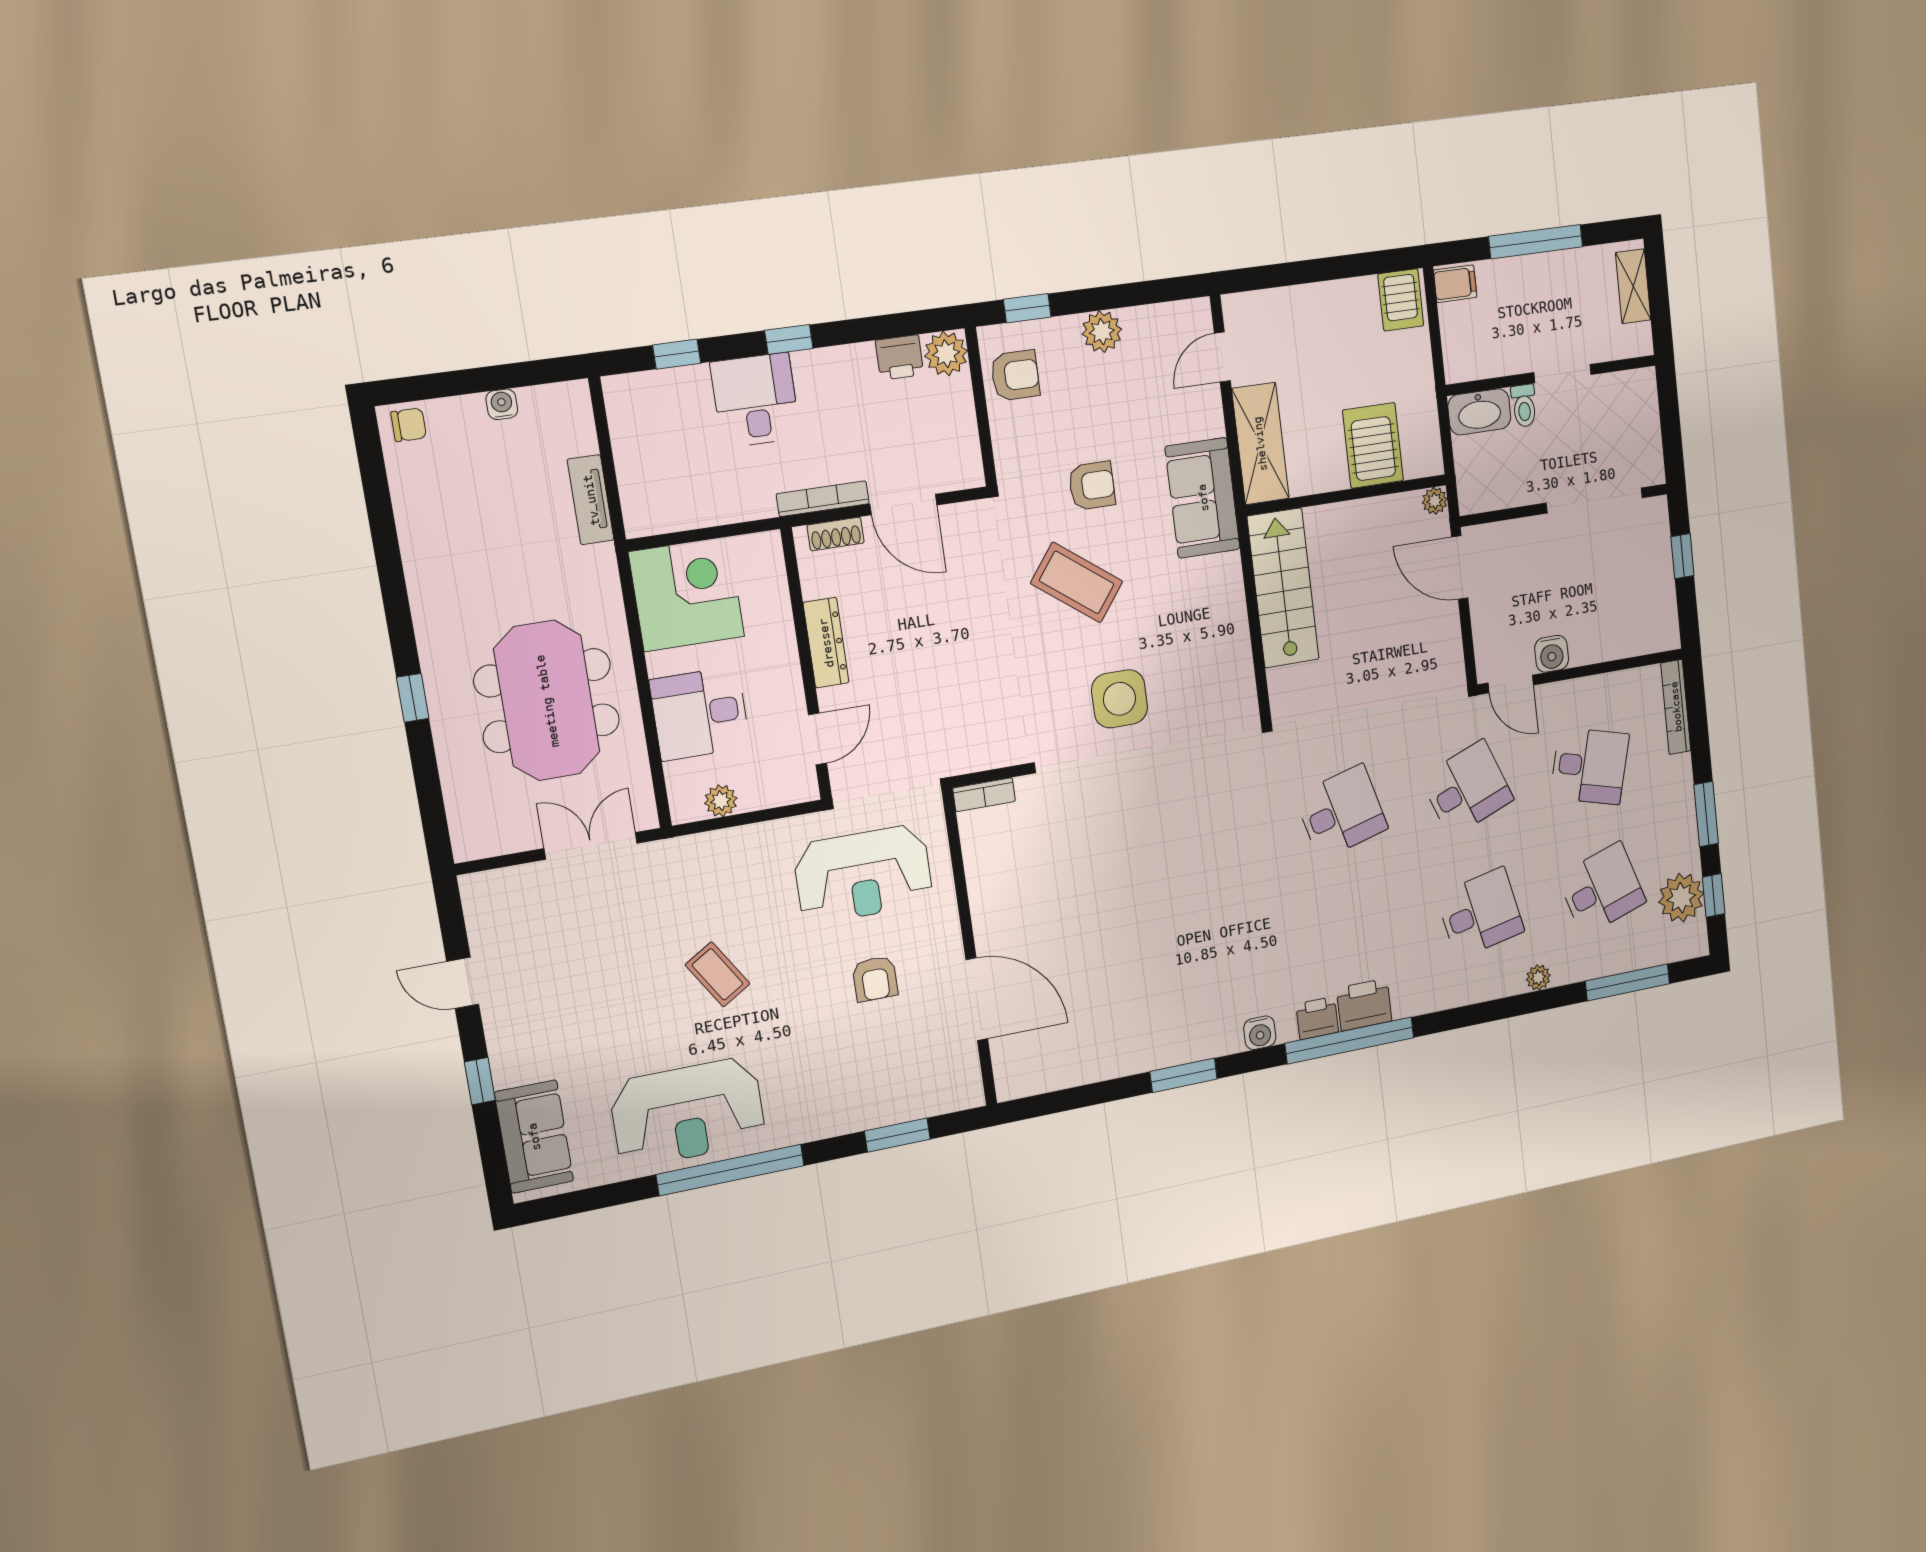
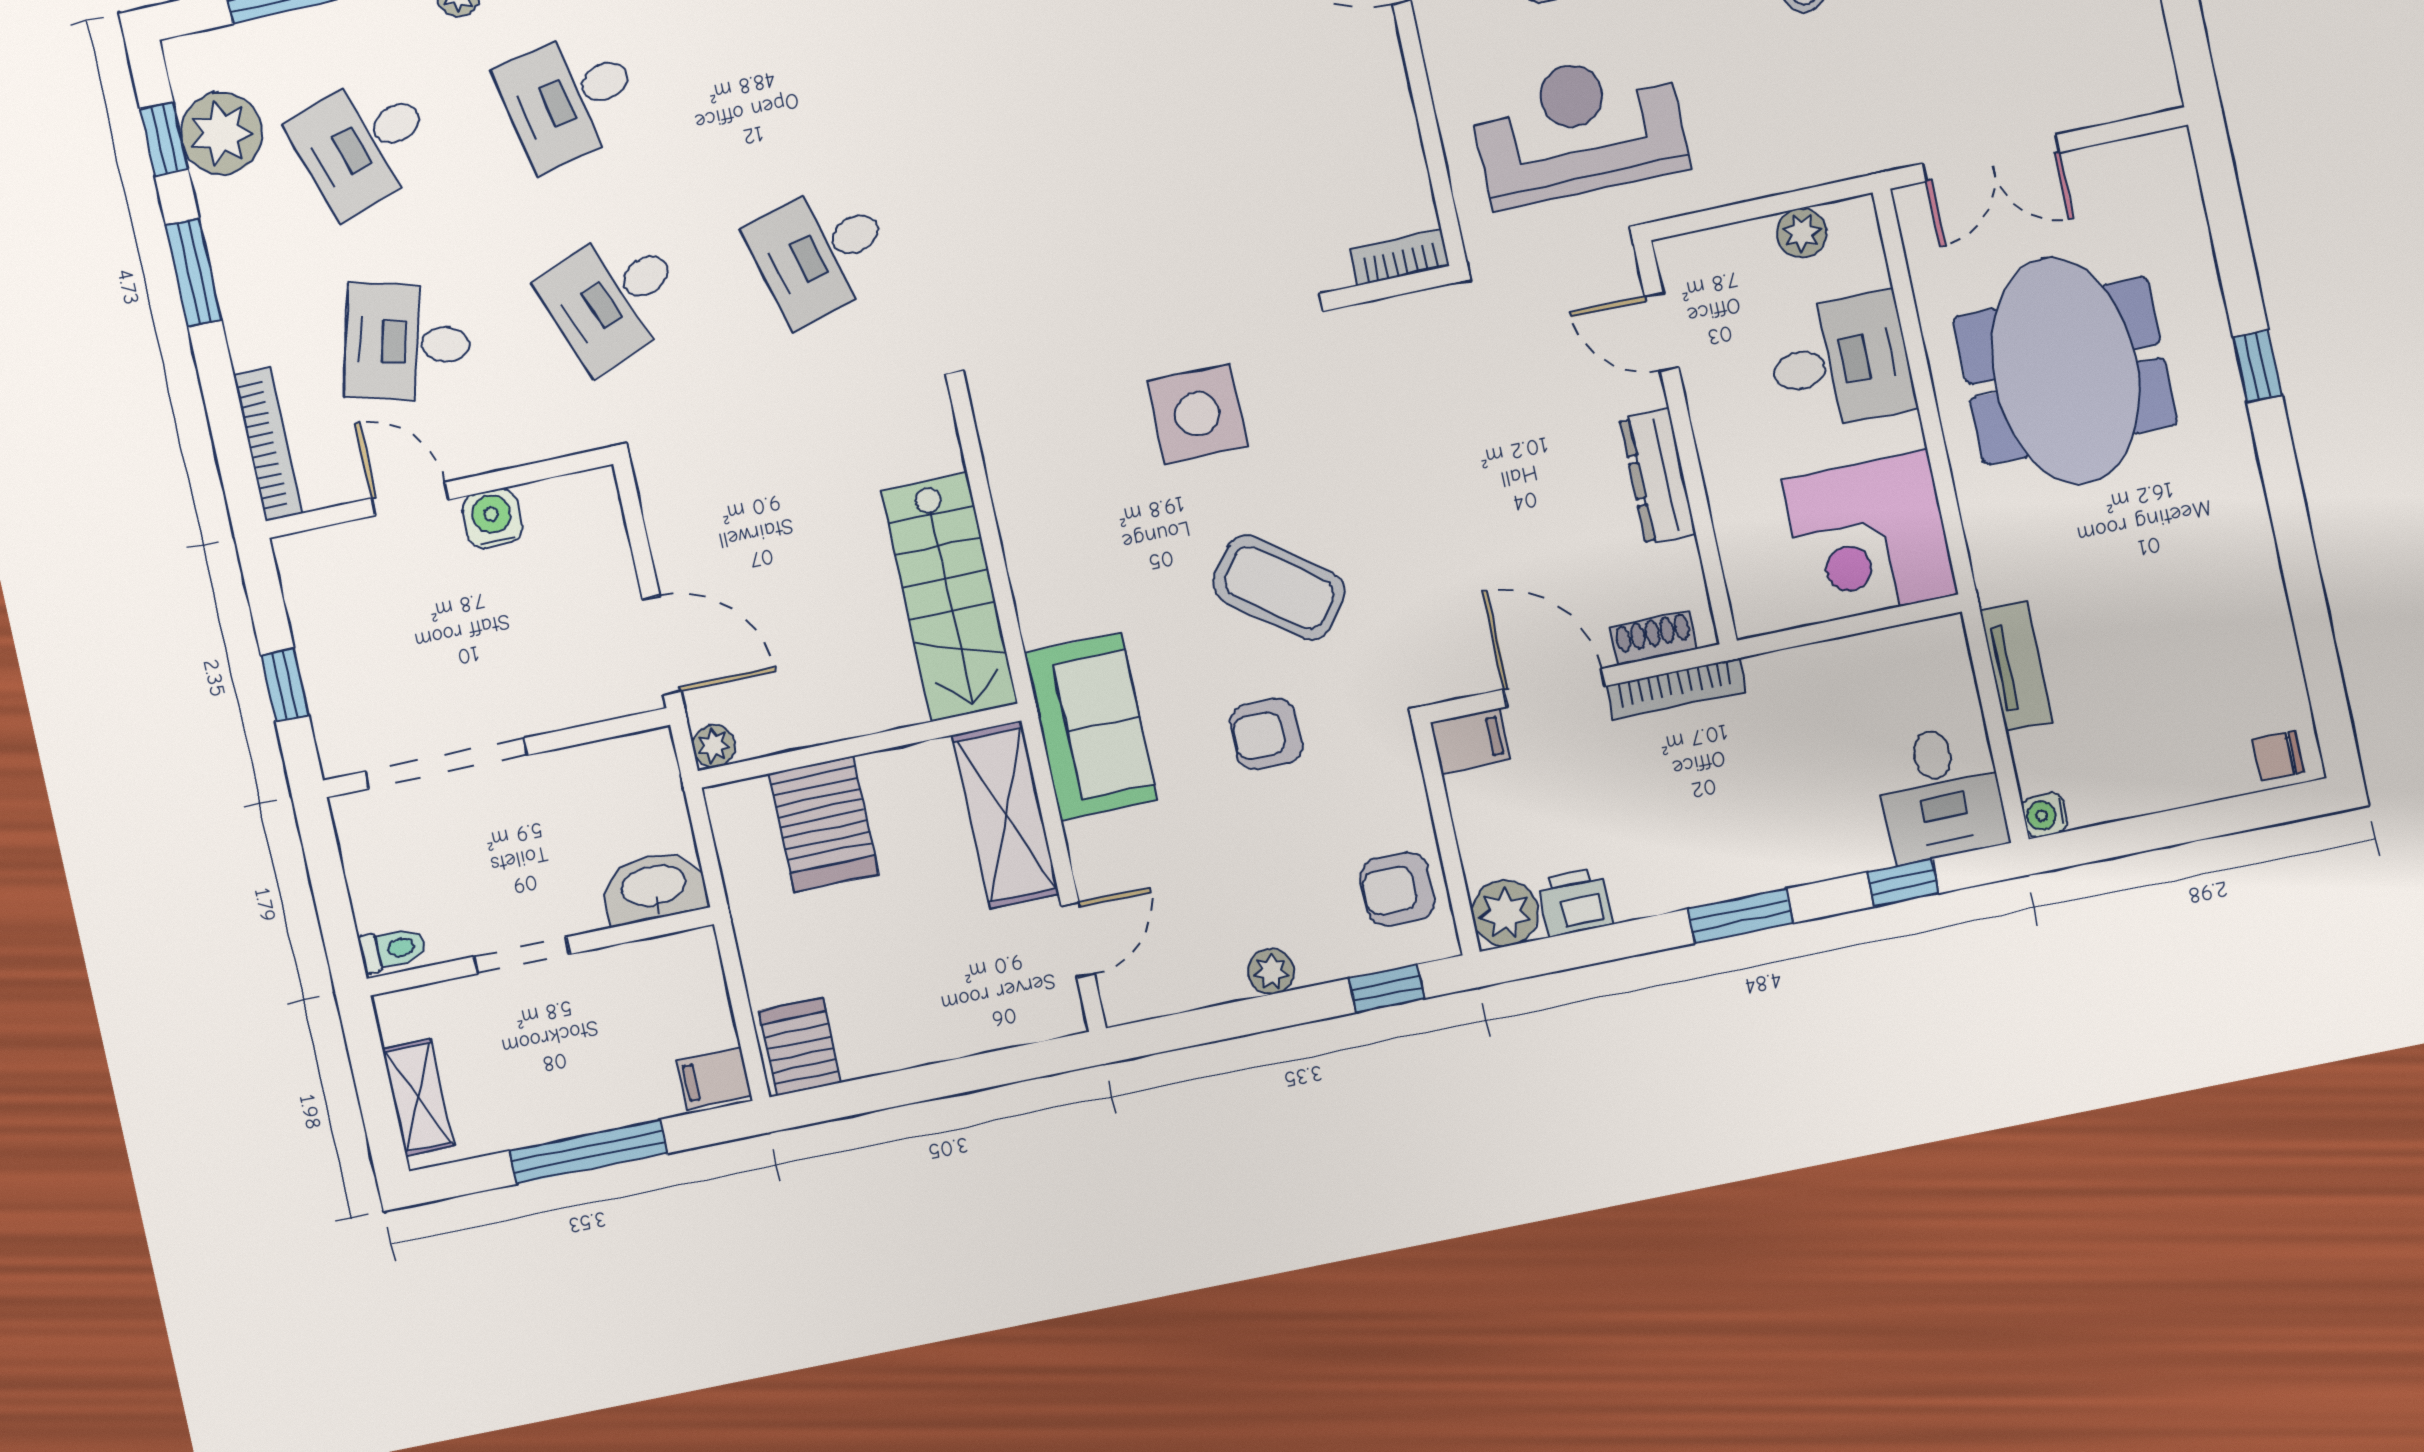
plant: (1102, 332) -> (1271, 971), width x0.73, depth x0.73
window: (789, 339) -> (1741, 916), width x1.50
desk: (755, 400) -> (1941, 793), moved
water cooler: (502, 404) -> (2045, 815), moved, turned 90
toilet: (1524, 406) -> (392, 949), moved, turned 90
filing cabinet: (961, 472) -> (1470, 741), added
door: (1511, 684) -> (410, 499), moved
door: (817, 739) -> (1662, 332), hinge flipped

